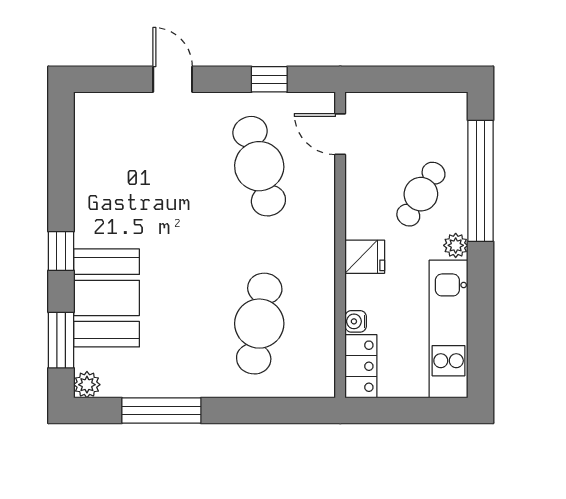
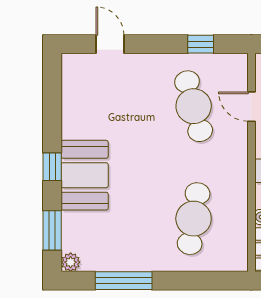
door: (173, 79) -> (110, 44), moved
door: (340, 134) -> (251, 107), moved
booth: (107, 298) -> (85, 175), moved

